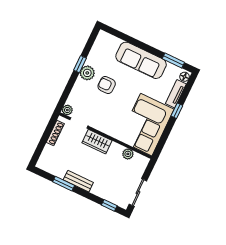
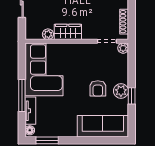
sofa: (141, 60) -> (103, 126), moved
armchair: (107, 85) -> (98, 88), turned 90
window: (177, 111) -> (22, 96), width x2.17
wardrobe: (97, 142) -> (68, 32), moved

